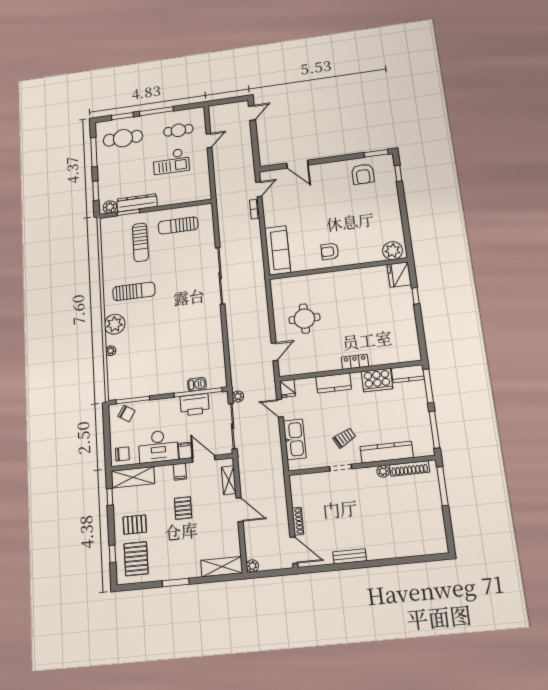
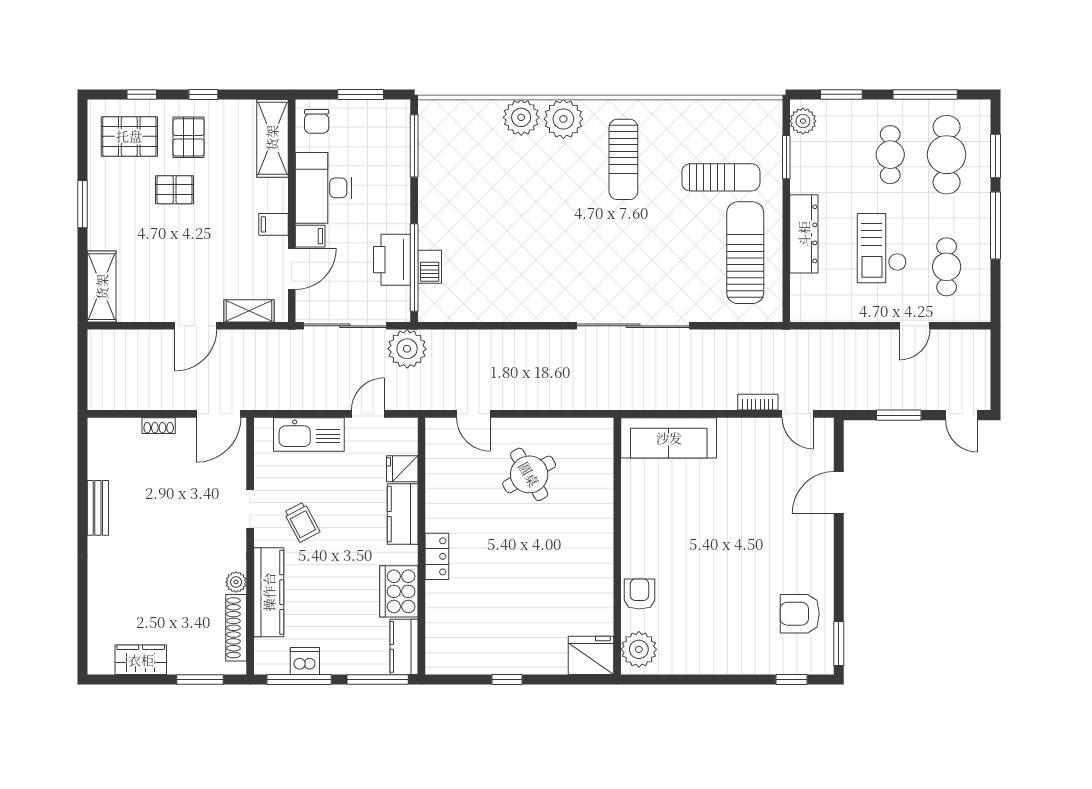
door: (209, 141) -> (915, 326), hinge flipped
window: (255, 142) -> (899, 415), added
cafe table: (124, 164) -> (890, 155), added
dresser: (137, 203) -> (804, 234), moved
sun lounger: (178, 225) -> (745, 253), width x1.36, depth x1.34
sun lounger: (140, 242) -> (721, 177), turned 180
armchair: (330, 251) -> (639, 594), moved
window: (416, 296) -> (507, 679), moved
round table: (304, 319) -> (529, 474), turned -30
plant: (111, 351) -> (521, 117), width x1.88, depth x1.88
fridge: (287, 389) -> (402, 469), moved
plant: (238, 396) -> (407, 349), width x1.88, depth x1.88
chair: (127, 413) -> (390, 133), removed
dishwasher: (423, 427) -> (305, 661), added
window: (107, 432) -> (361, 94), added
window: (442, 486) -> (200, 679), width x0.69
window: (110, 497) -> (203, 94), moved
pallet: (183, 508) -> (175, 190), moved
shoe rack: (298, 521) -> (159, 426), width x0.70
wardrobe: (436, 522) -> (141, 660), added
door: (294, 550) -> (219, 414), moved
plant: (252, 566) -> (98, 340), removed

